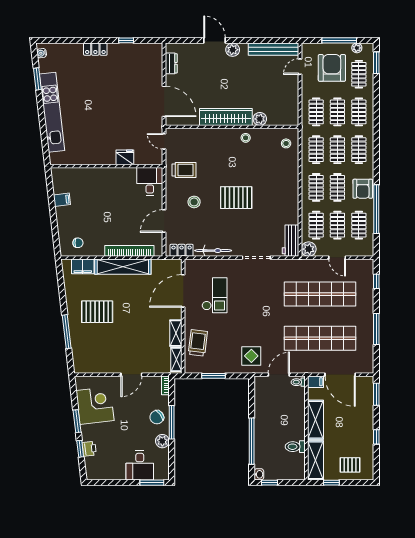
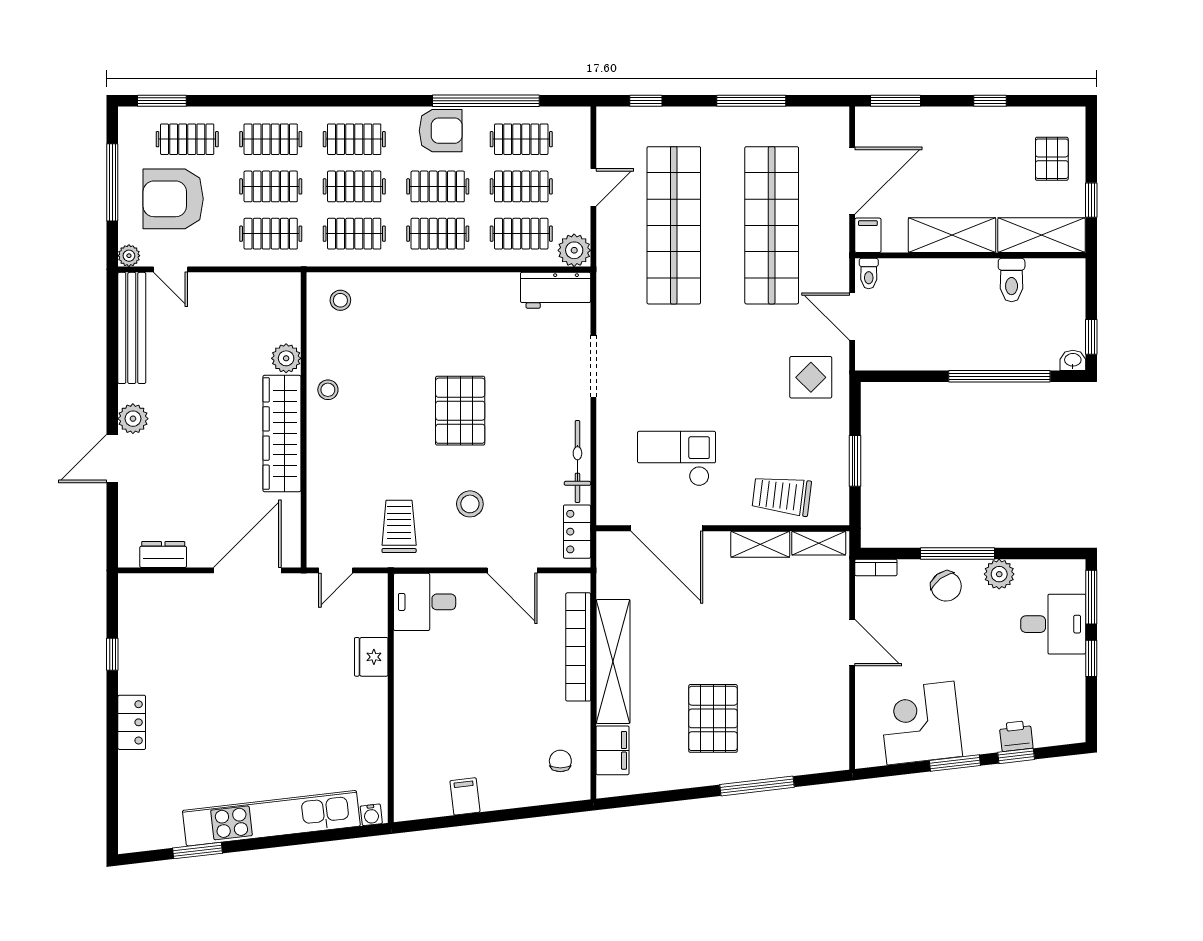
plant: (357, 48) -> (129, 256), moved
water cooler: (42, 53) -> (371, 815), moved
window: (124, 483) -> (1091, 658), added

